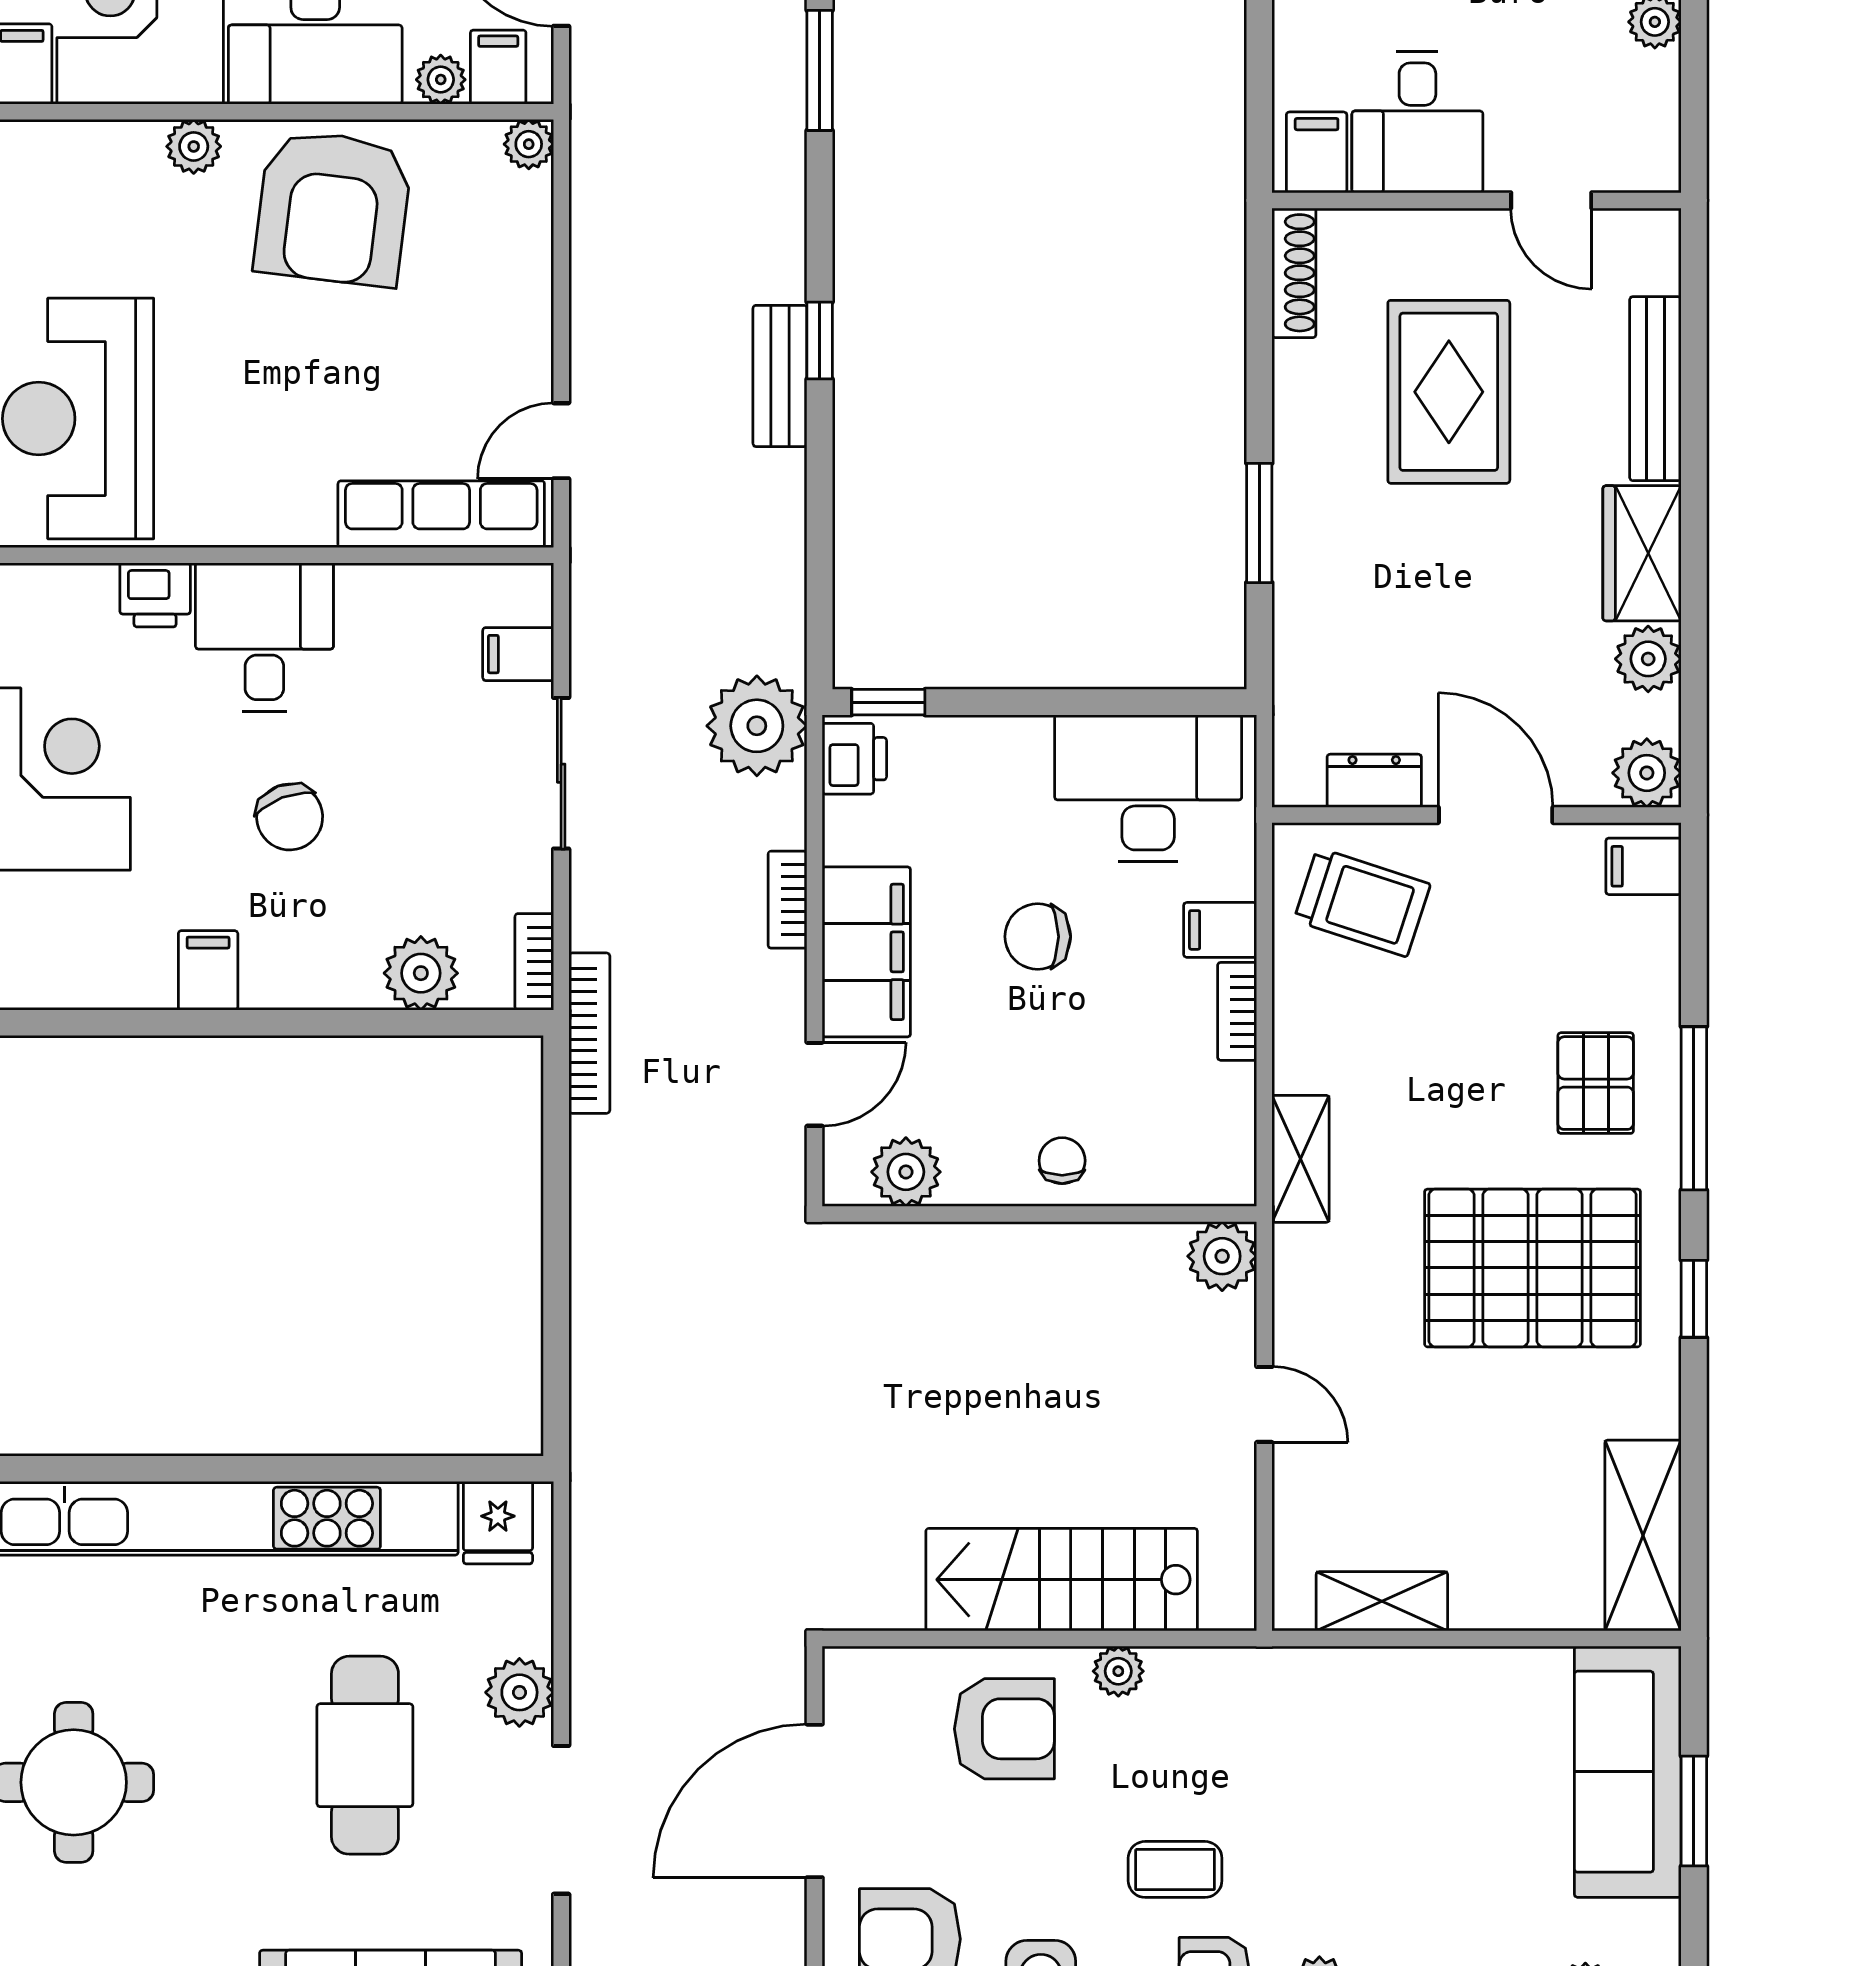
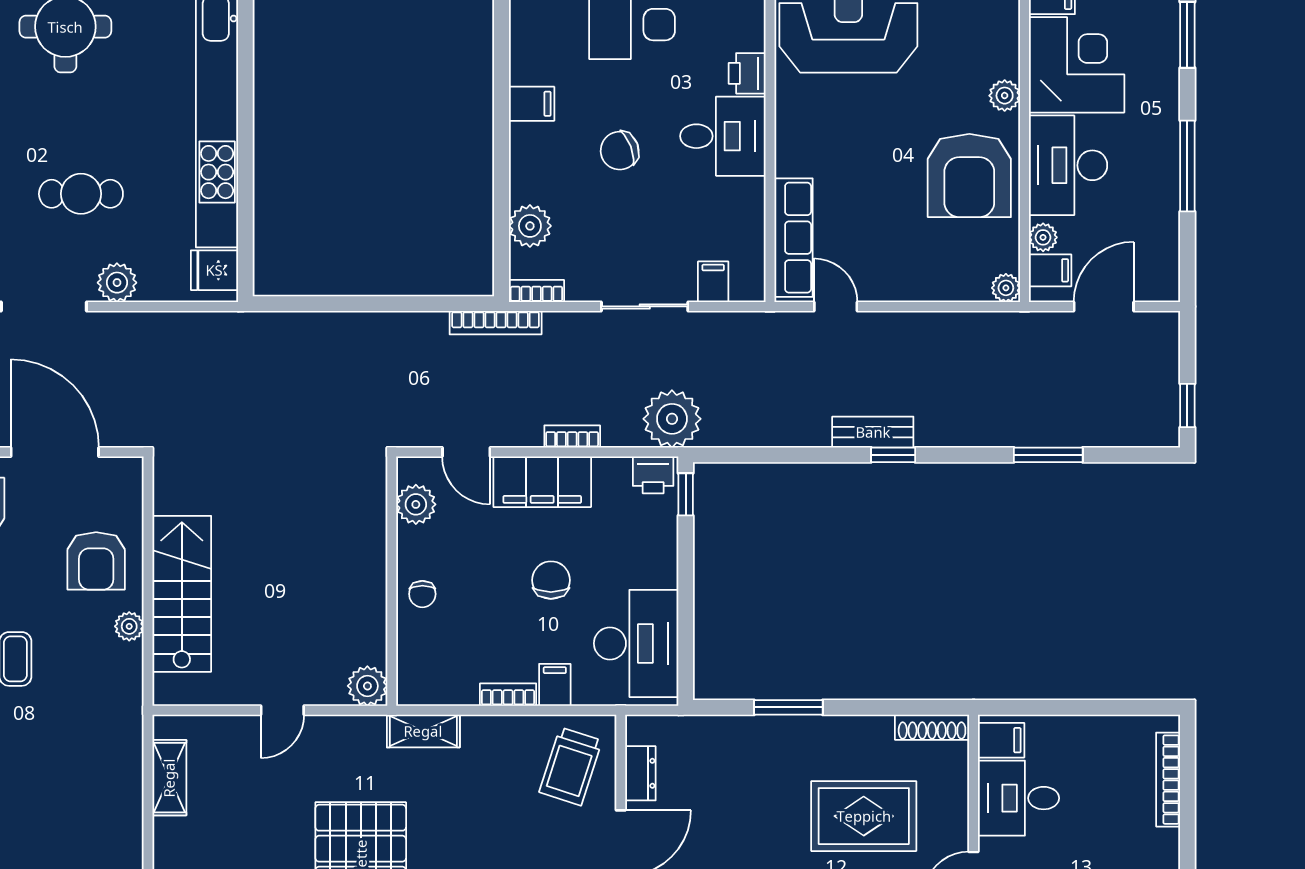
armchair: (333, 208) -> (969, 176), turned -97
chair: (1062, 1161) -> (422, 594), turned 90
cafe table: (365, 1755) -> (81, 194), width x0.73, depth x0.74

